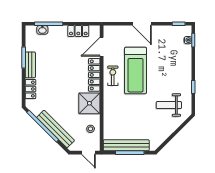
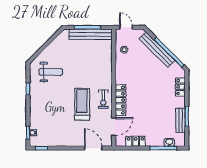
door: (142, 24) -> (93, 148), moved
bench: (30, 65) -> (181, 120), moved
treadmill: (136, 71) -> (82, 104), width x0.73, depth x0.73
shower: (89, 103) -> (125, 74), removed

